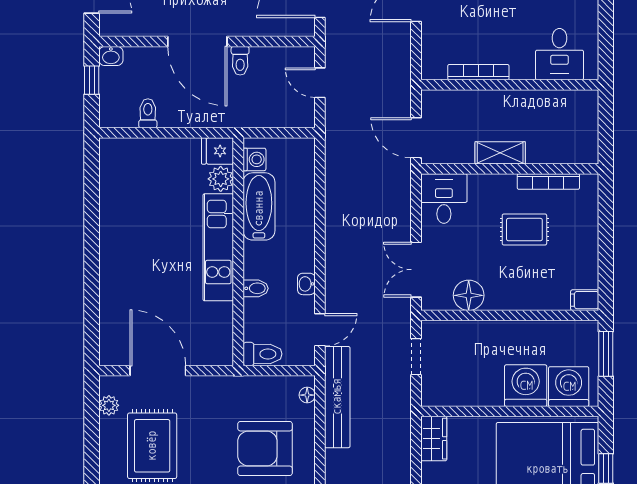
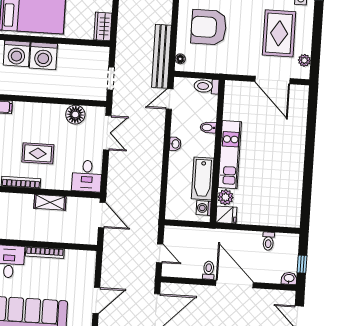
bookcase: (478, 72) -> (45, 253), moved
washbasin: (306, 284) -> (175, 144), moved
armchair: (265, 448) -> (209, 27), turned 180

